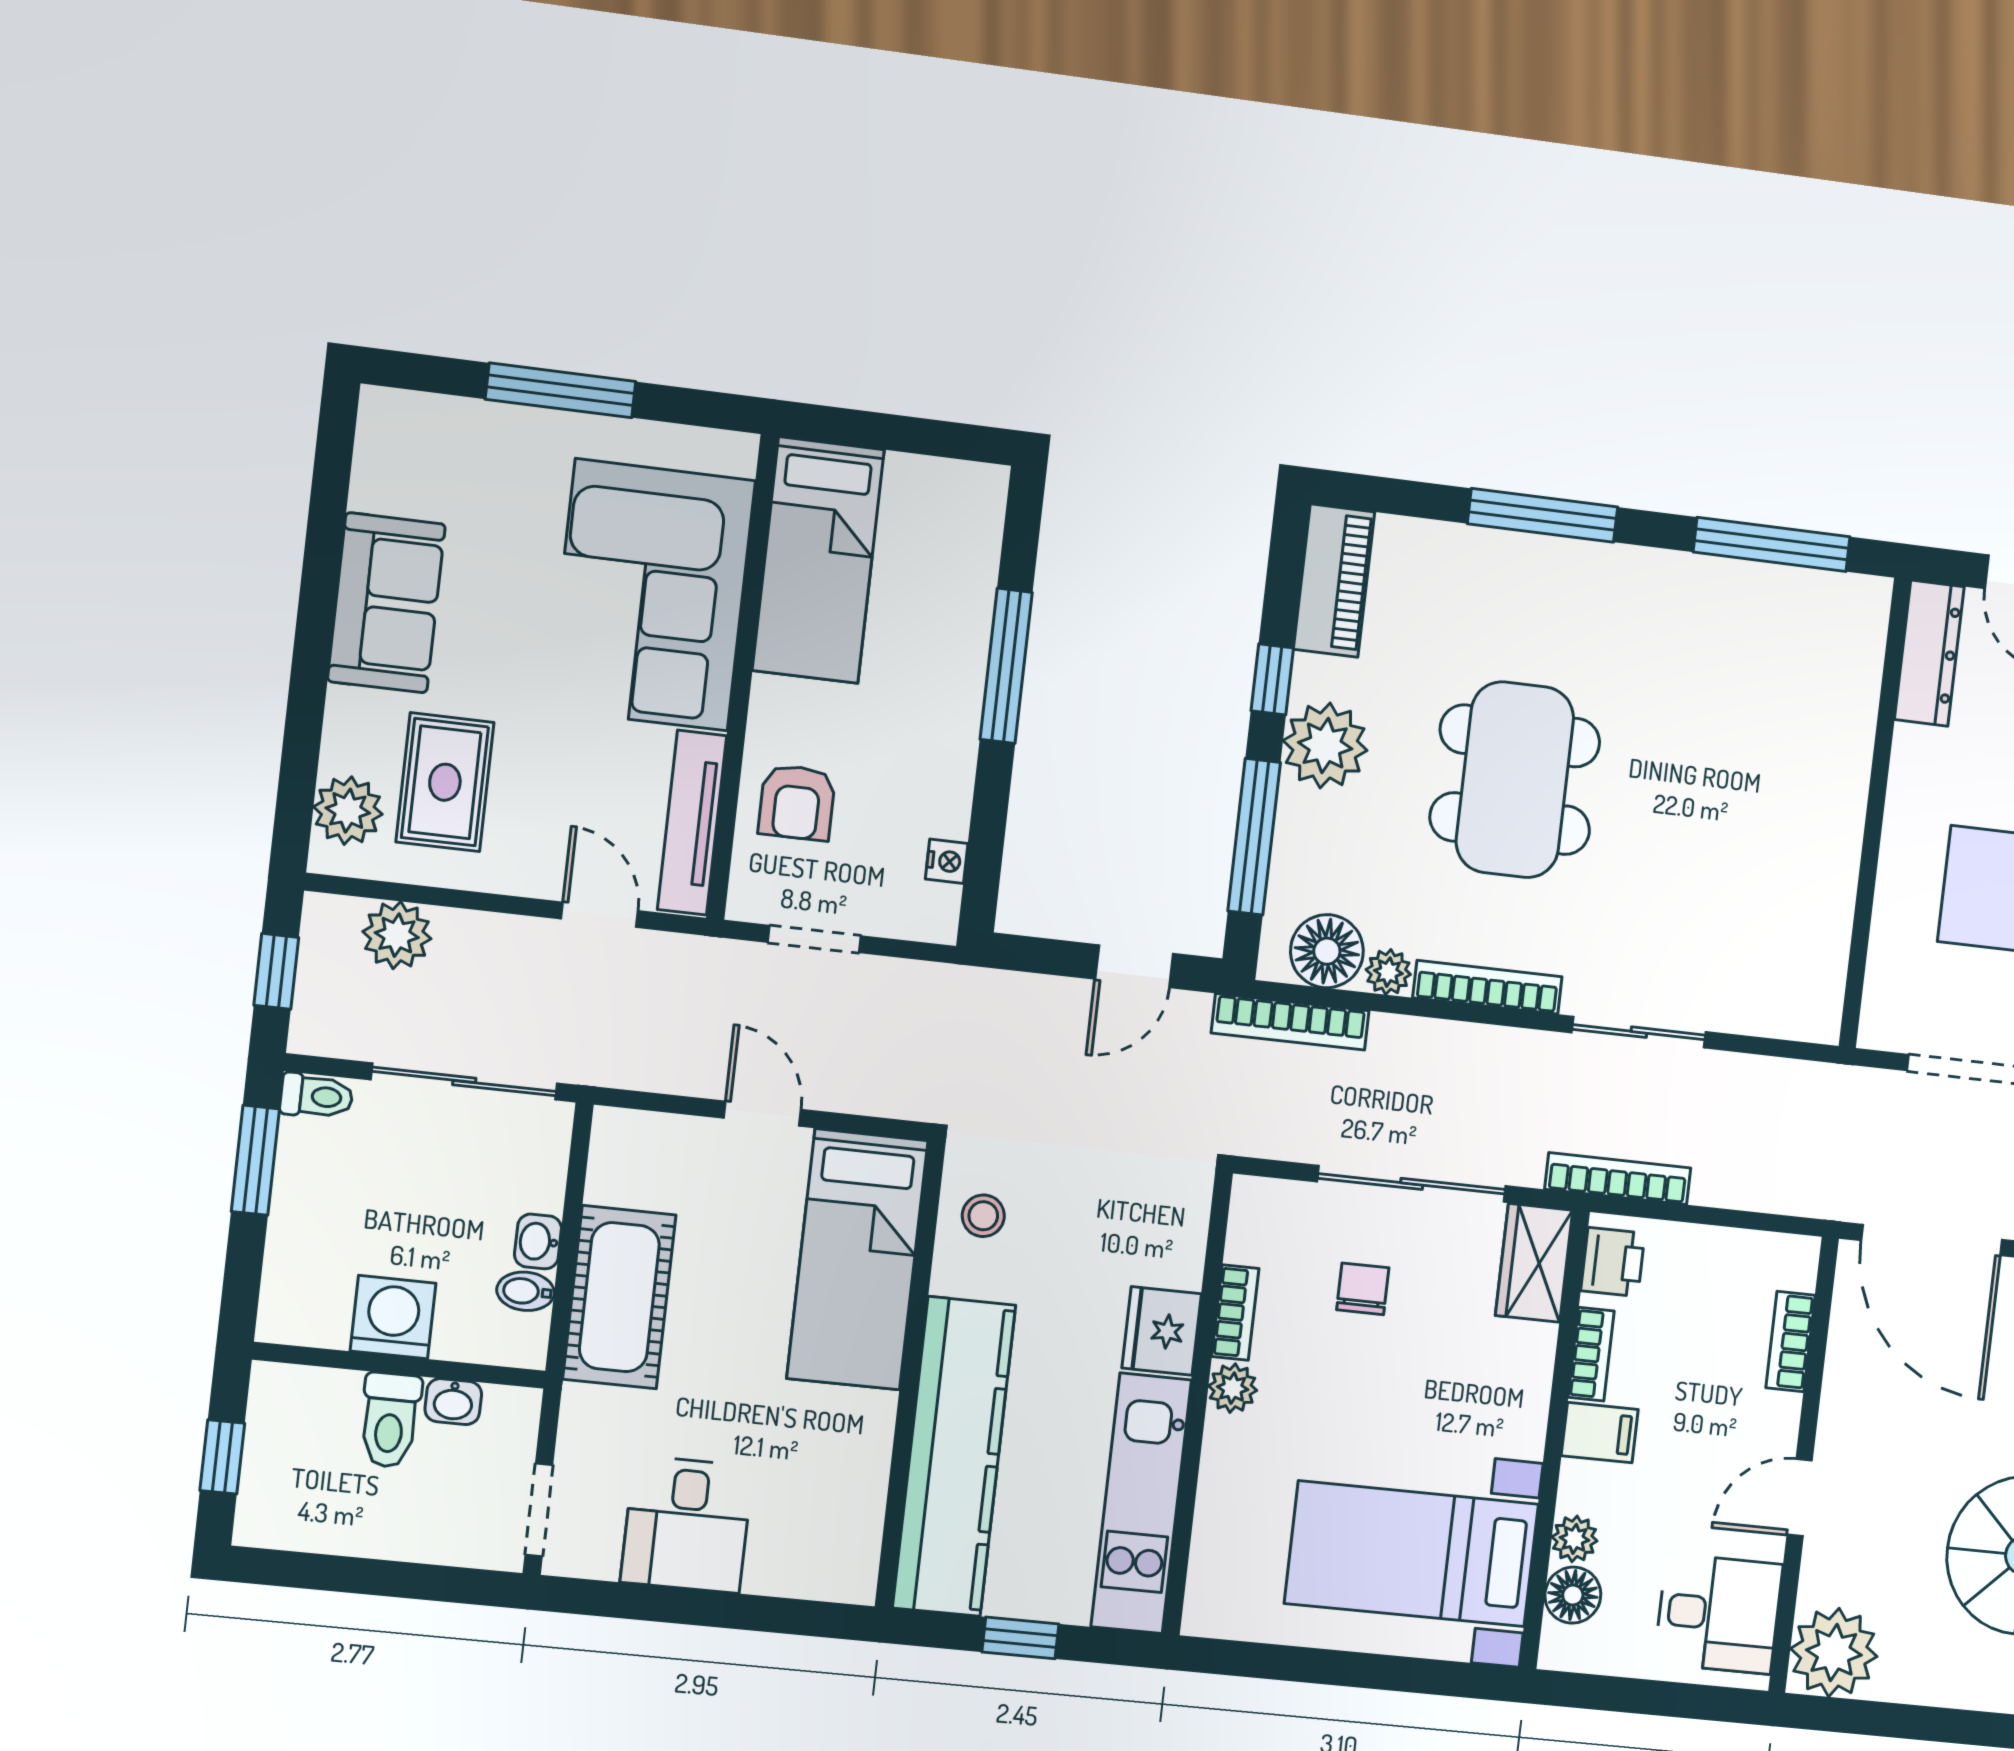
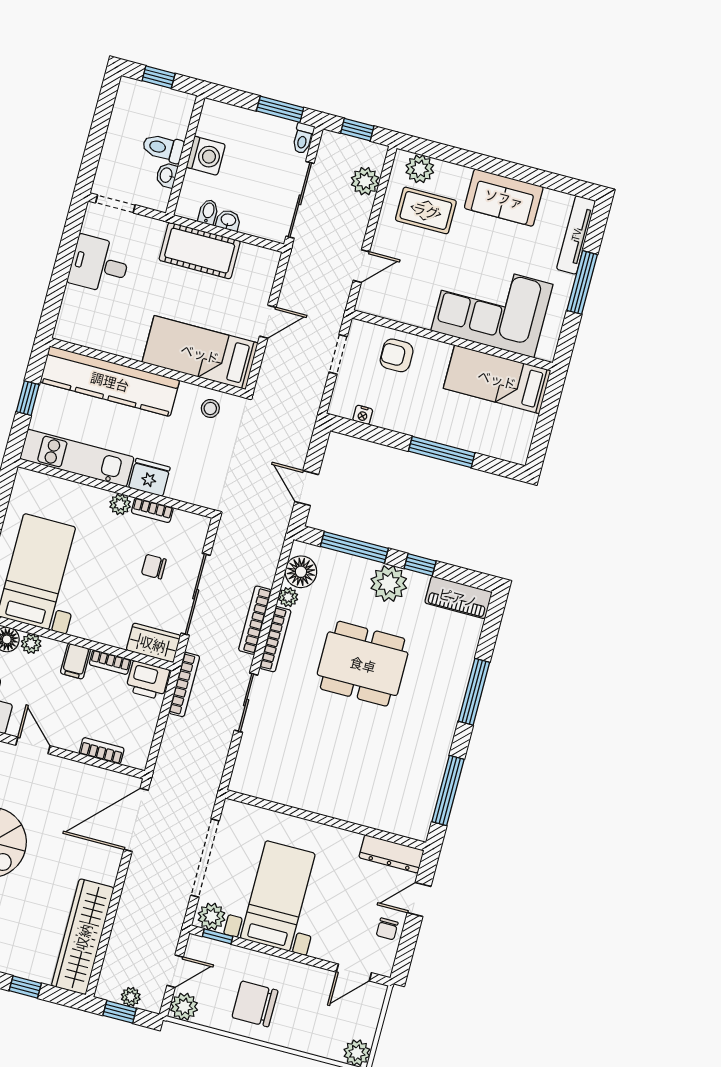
tv unit: (692, 823) -> (576, 235), moved, turned -90
bookcase: (1290, 1022) -> (255, 620), moved
printer: (1613, 1262) -> (148, 680), width x1.36, depth x1.24
chair: (1363, 1289) -> (154, 567), turned 180

